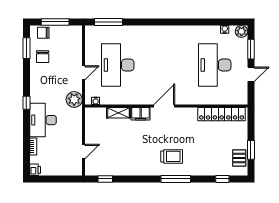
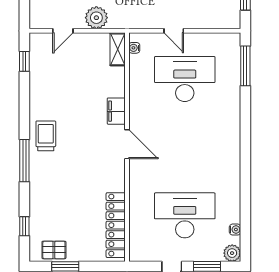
plant: (74, 99) -> (96, 18), moved
shelving: (118, 113) -> (118, 49), moved
door: (84, 152) -> (63, 31), hinge flipped
trolley: (172, 156) -> (46, 136), moved, turned 180

